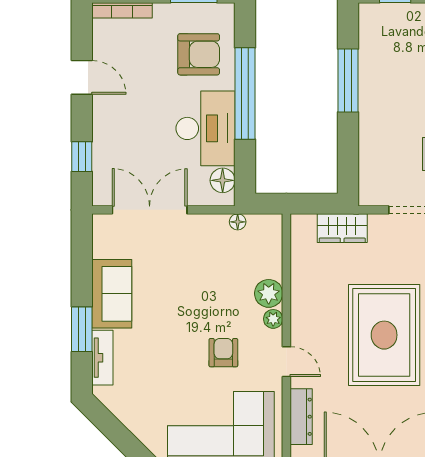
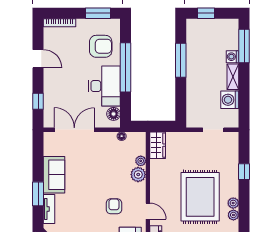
wardrobe: (342, 228) -> (158, 145), moved, turned -90
plant: (273, 319) -> (141, 161), moved

